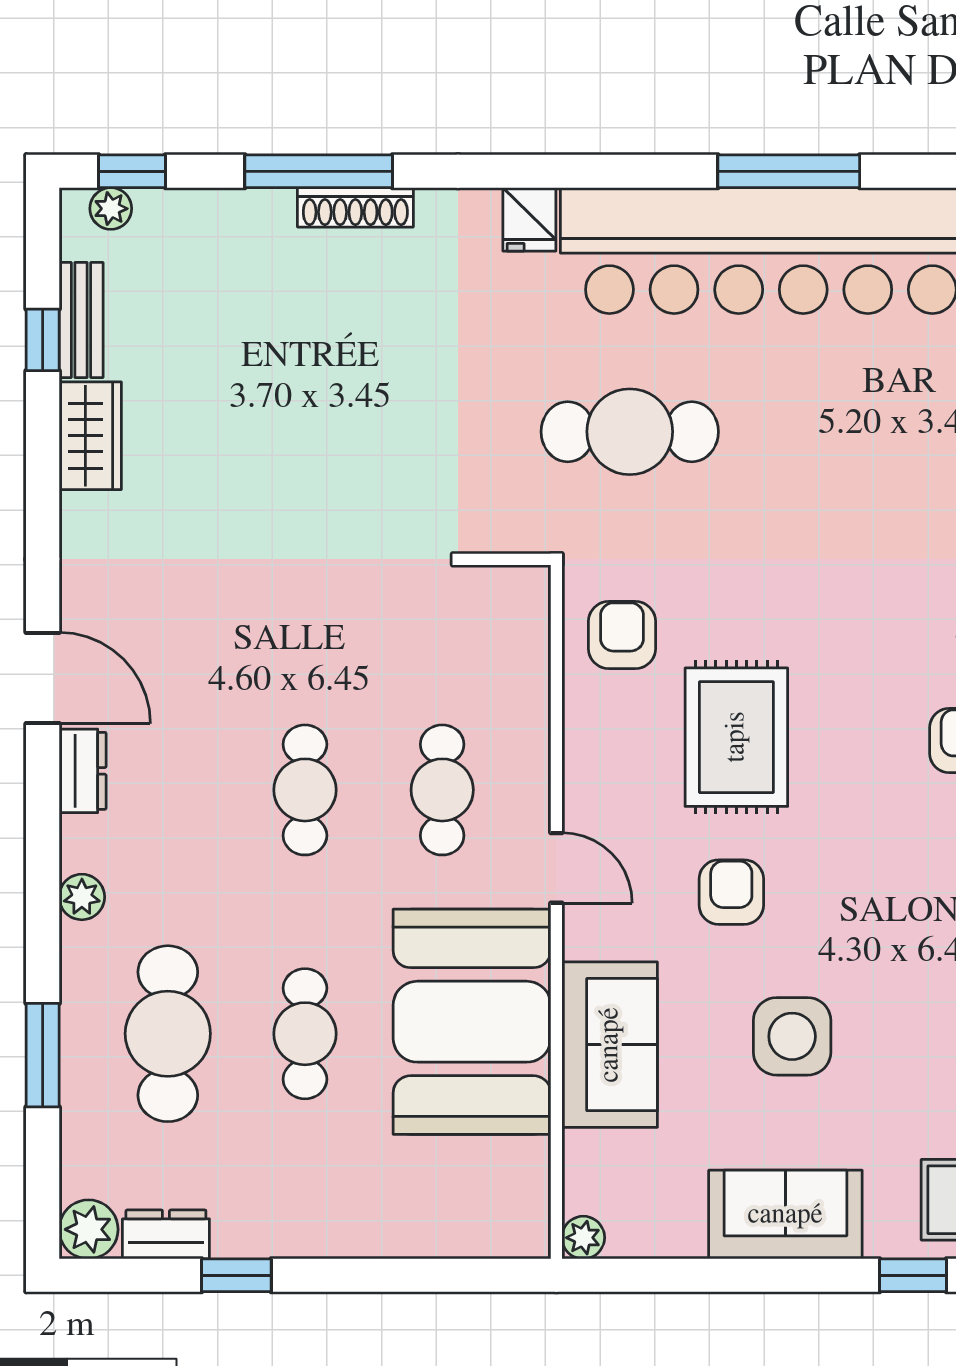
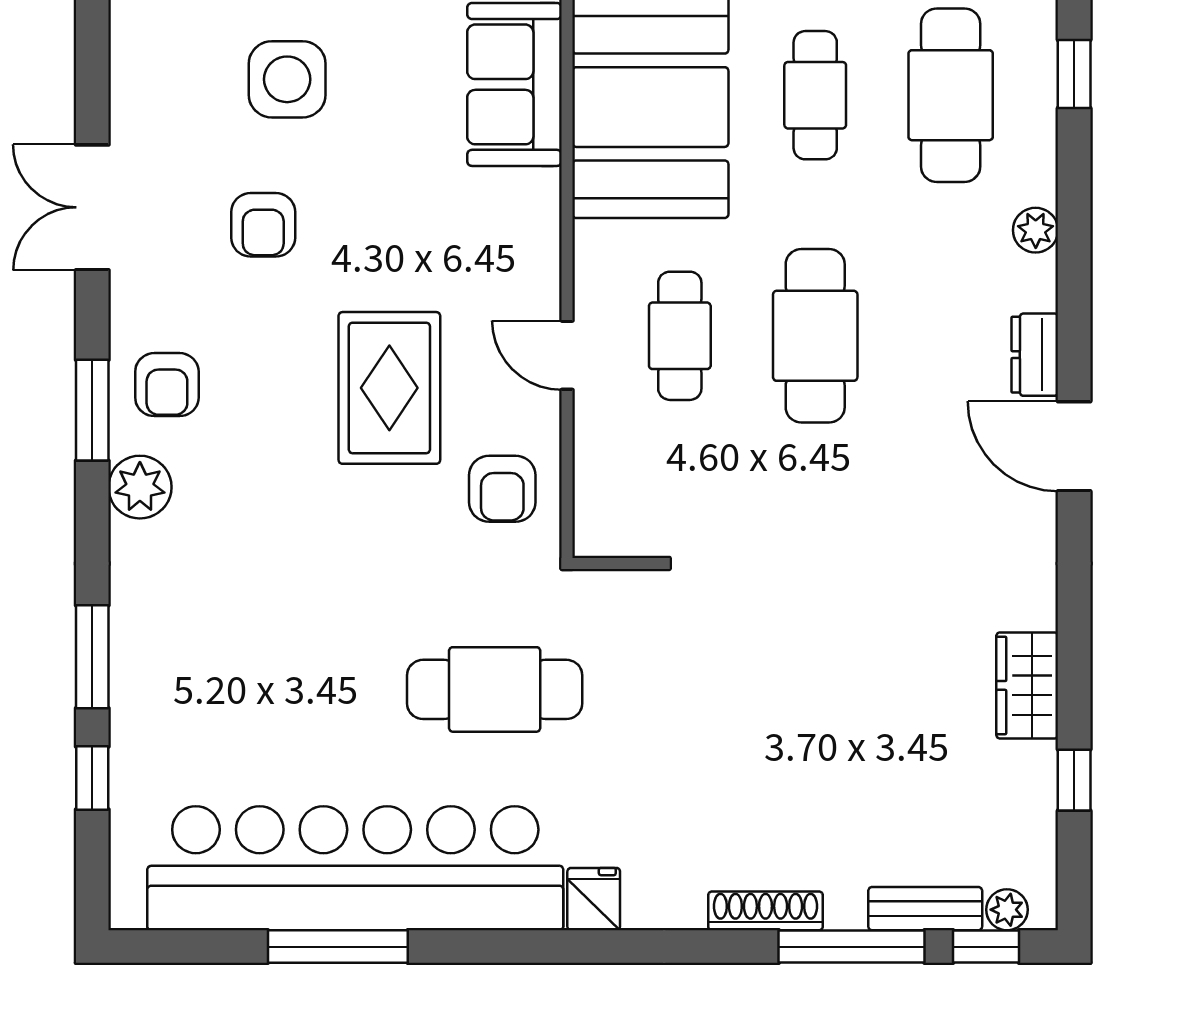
window: (319, 171) -> (852, 947), moved
bench: (81, 320) -> (925, 909), moved, turned 90
cafe table: (305, 790) -> (815, 336), width x1.37, depth x1.35
door: (556, 868) -> (567, 355), moved
armchair: (731, 892) -> (263, 225), moved
side table: (792, 1036) -> (287, 79), moved
window: (43, 1055) -> (1074, 74), width x0.67

